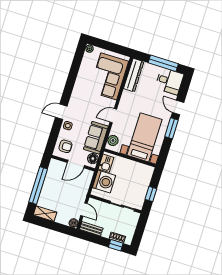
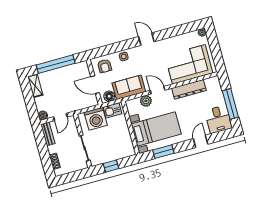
dresser: (134, 75) -> (189, 89), moved
door: (61, 112) -> (146, 39), moved
window: (172, 128) -> (163, 152), moved
plant: (113, 140) -> (146, 101), moved
window: (116, 245) -> (47, 164), removed

